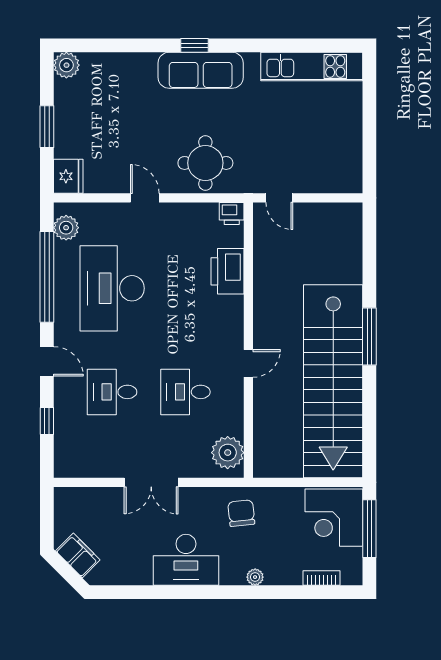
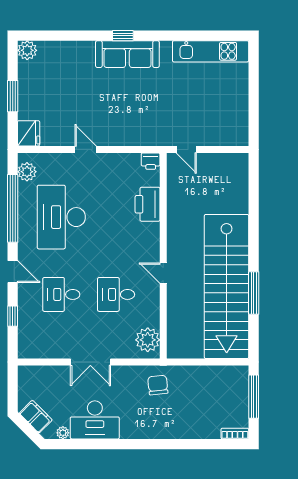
round table: (205, 163) -> (131, 123), removed
window: (369, 337) -> (254, 293), moved
door: (248, 363) -> (163, 273), swing flipped
corner desk: (334, 518) -> (227, 388), removed
desk: (186, 560) -> (95, 420), moved
plant: (255, 577) -> (63, 433), moved
bookcase: (322, 578) -> (235, 434), moved

